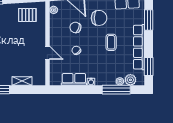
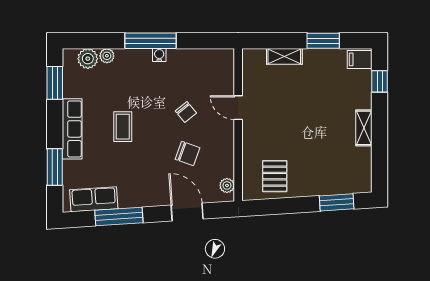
pallet: (27, 15) -> (275, 176), turned 90
chair: (99, 18) -> (145, 171), removed
row of seats: (139, 47) -> (72, 129), width x0.73
row of seats: (74, 79) -> (190, 59), removed
window: (116, 90) -> (150, 41), moved

